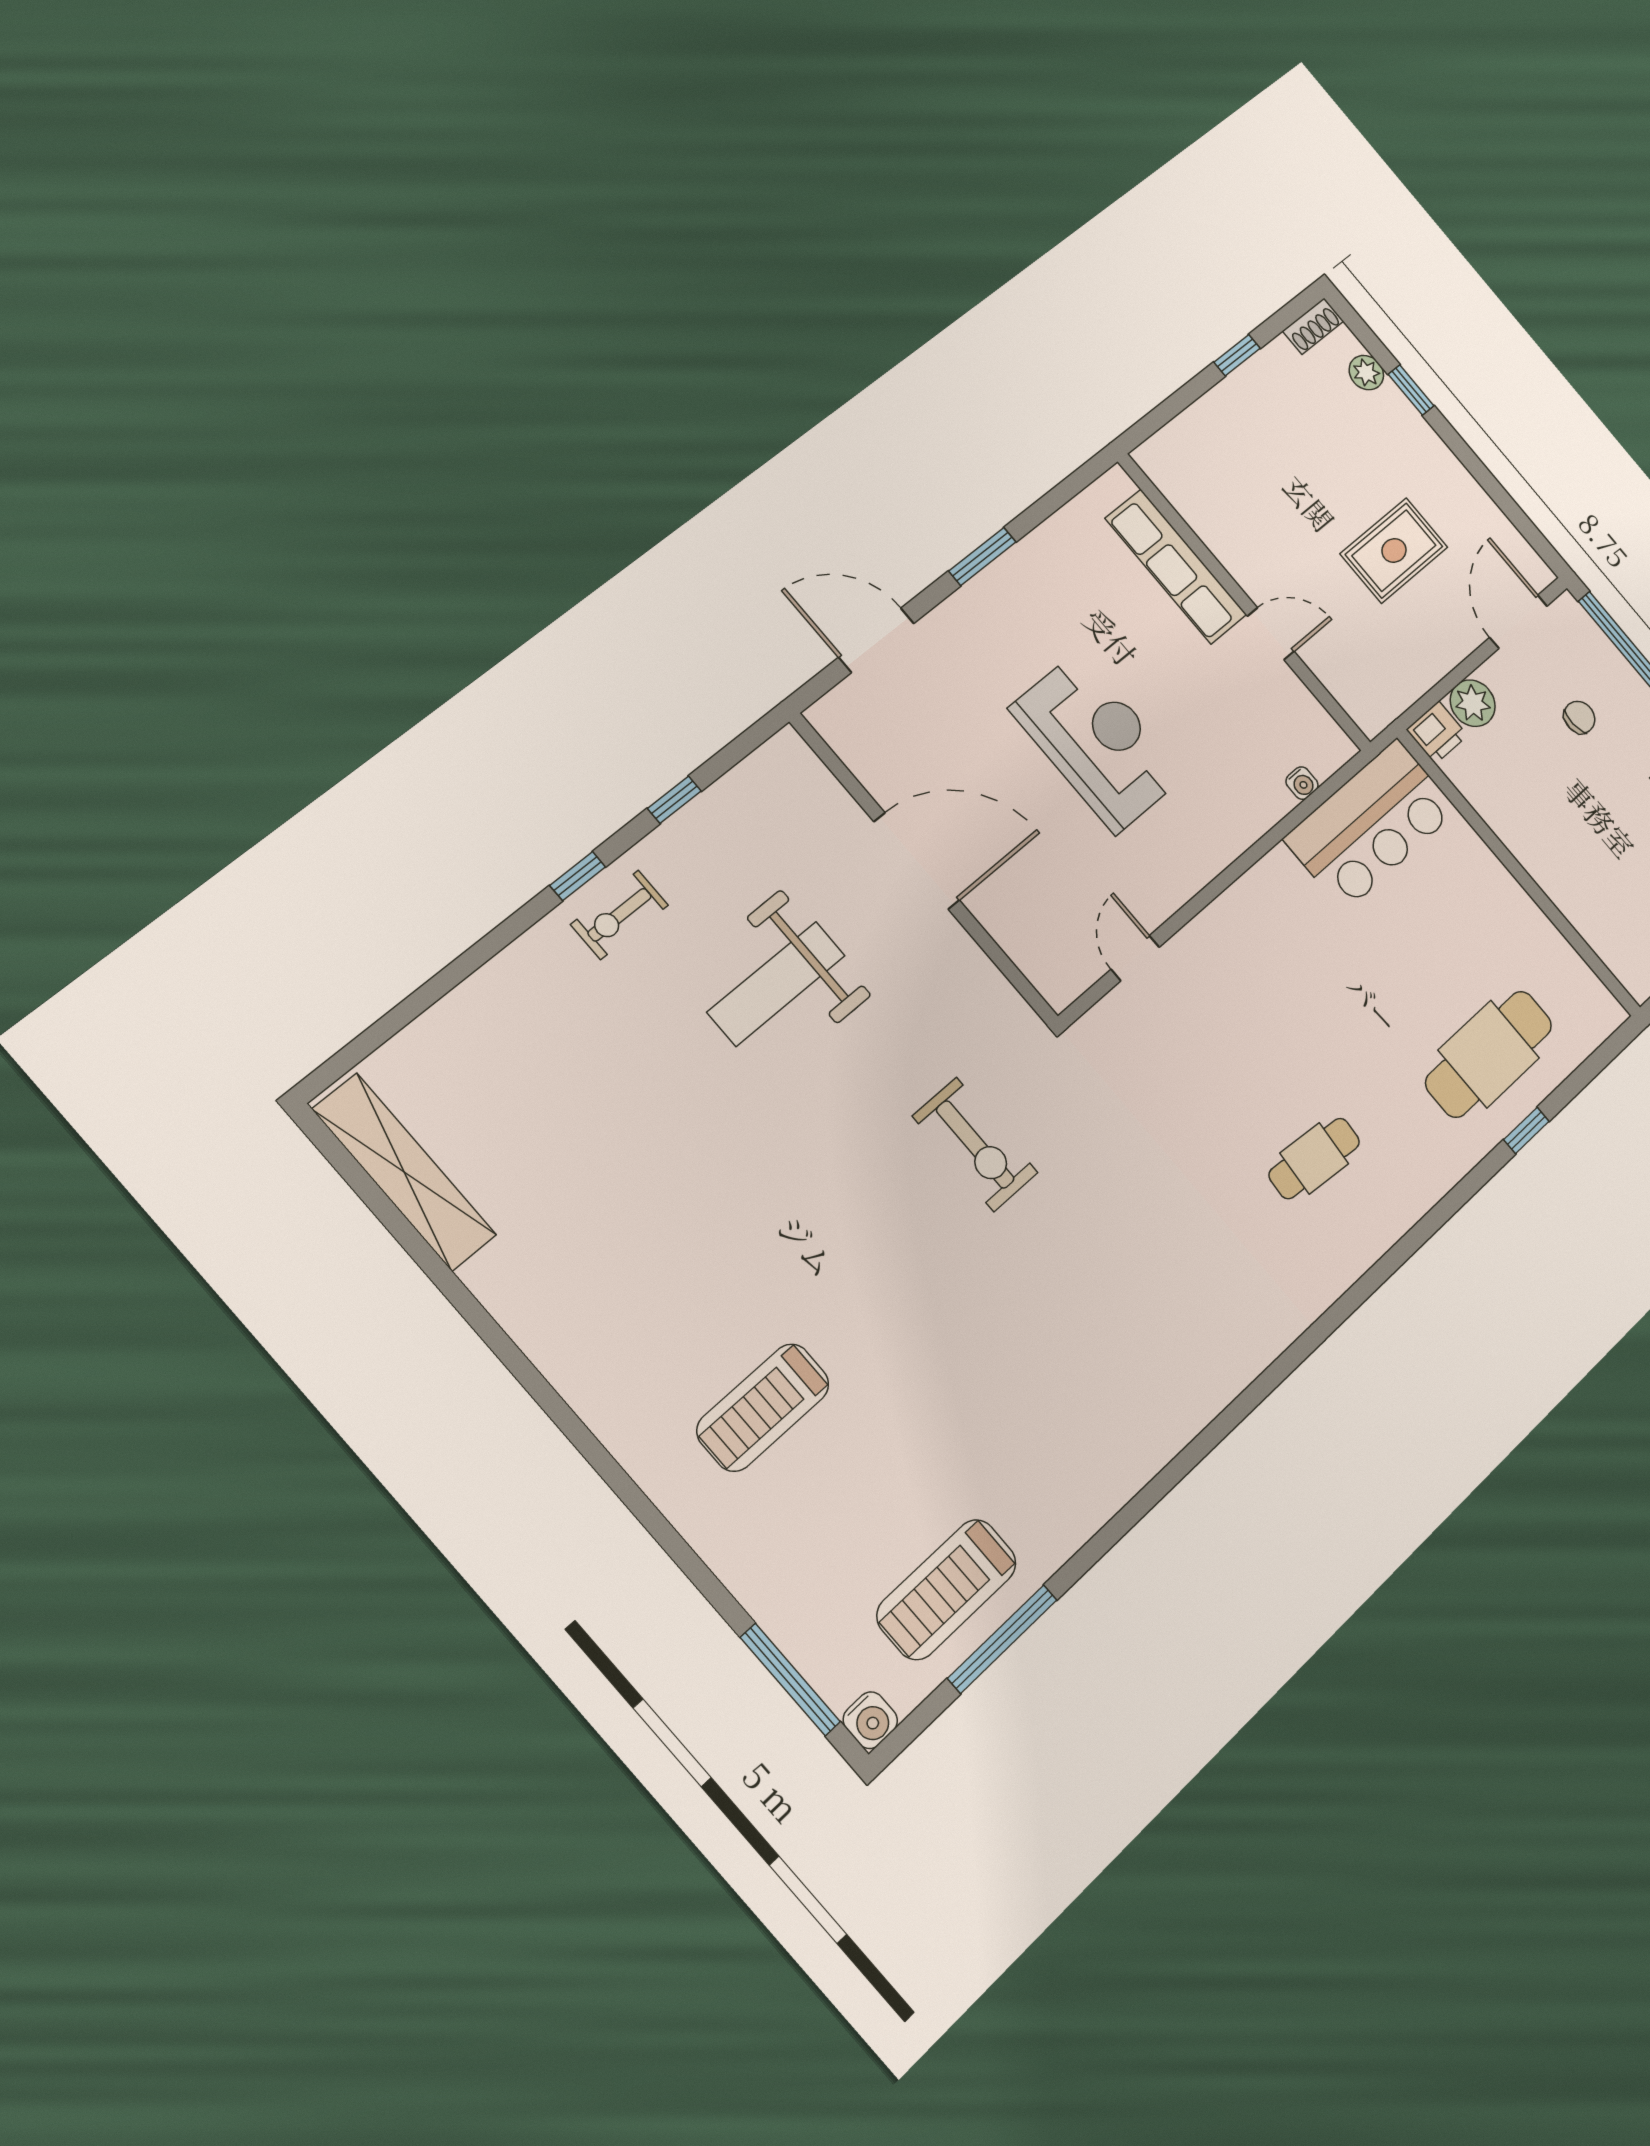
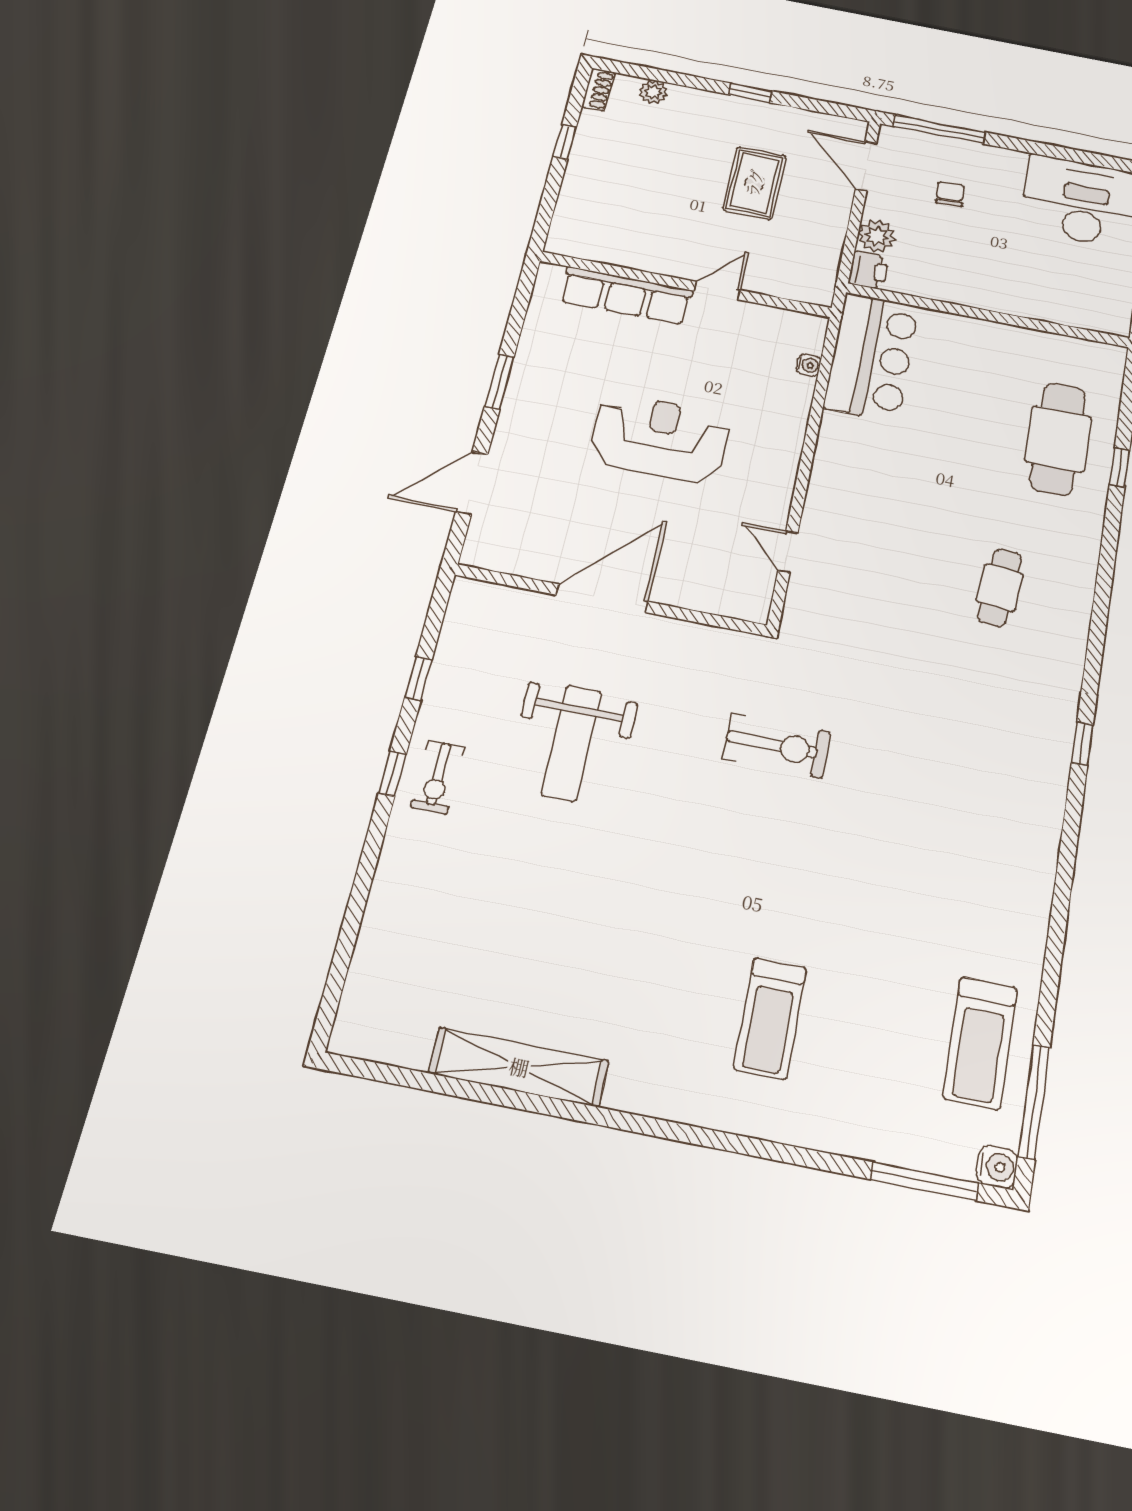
window: (1411, 390) -> (751, 93), moved
shelving: (404, 1172) -> (519, 1067), moved
window: (1273, 1377) -> (1082, 744), added
window: (1002, 1639) -> (1034, 1102), moved

